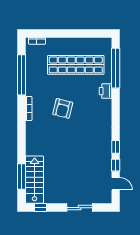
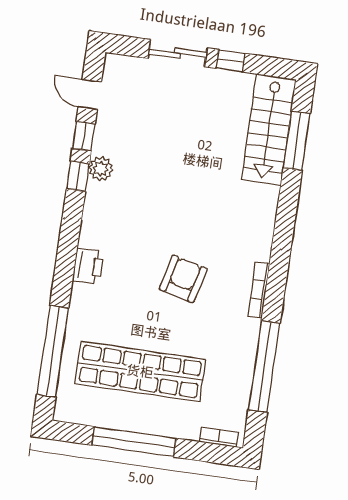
window: (74, 34) -> (134, 442), added
printer: (105, 91) -> (88, 266), moved
plant: (106, 152) -> (101, 169), added
window: (40, 208) -> (230, 61), moved

